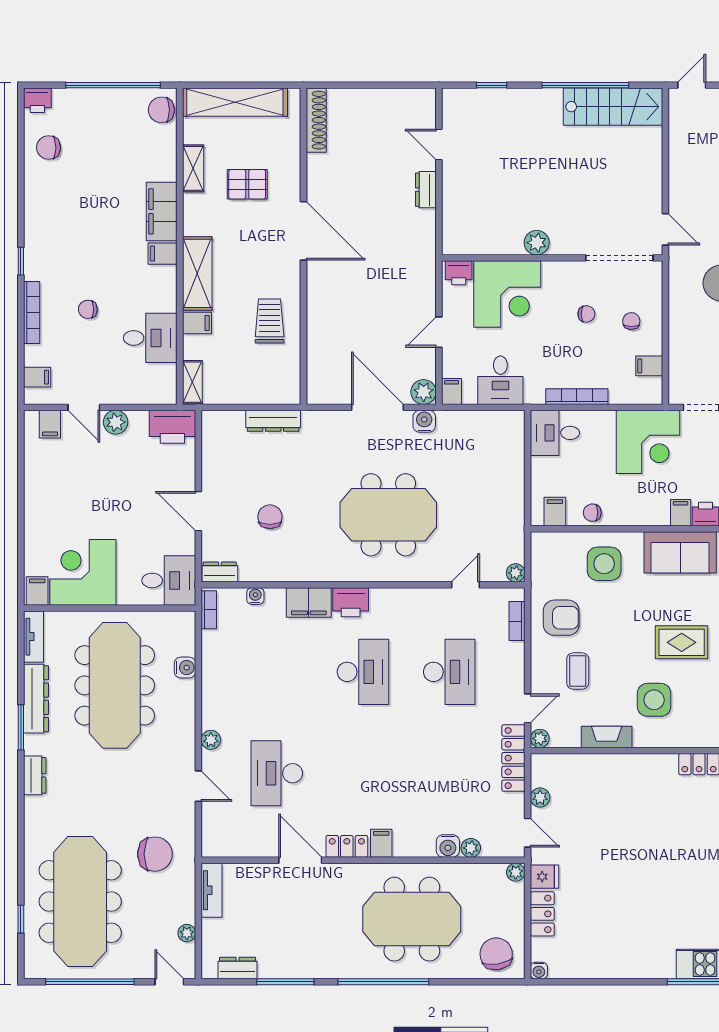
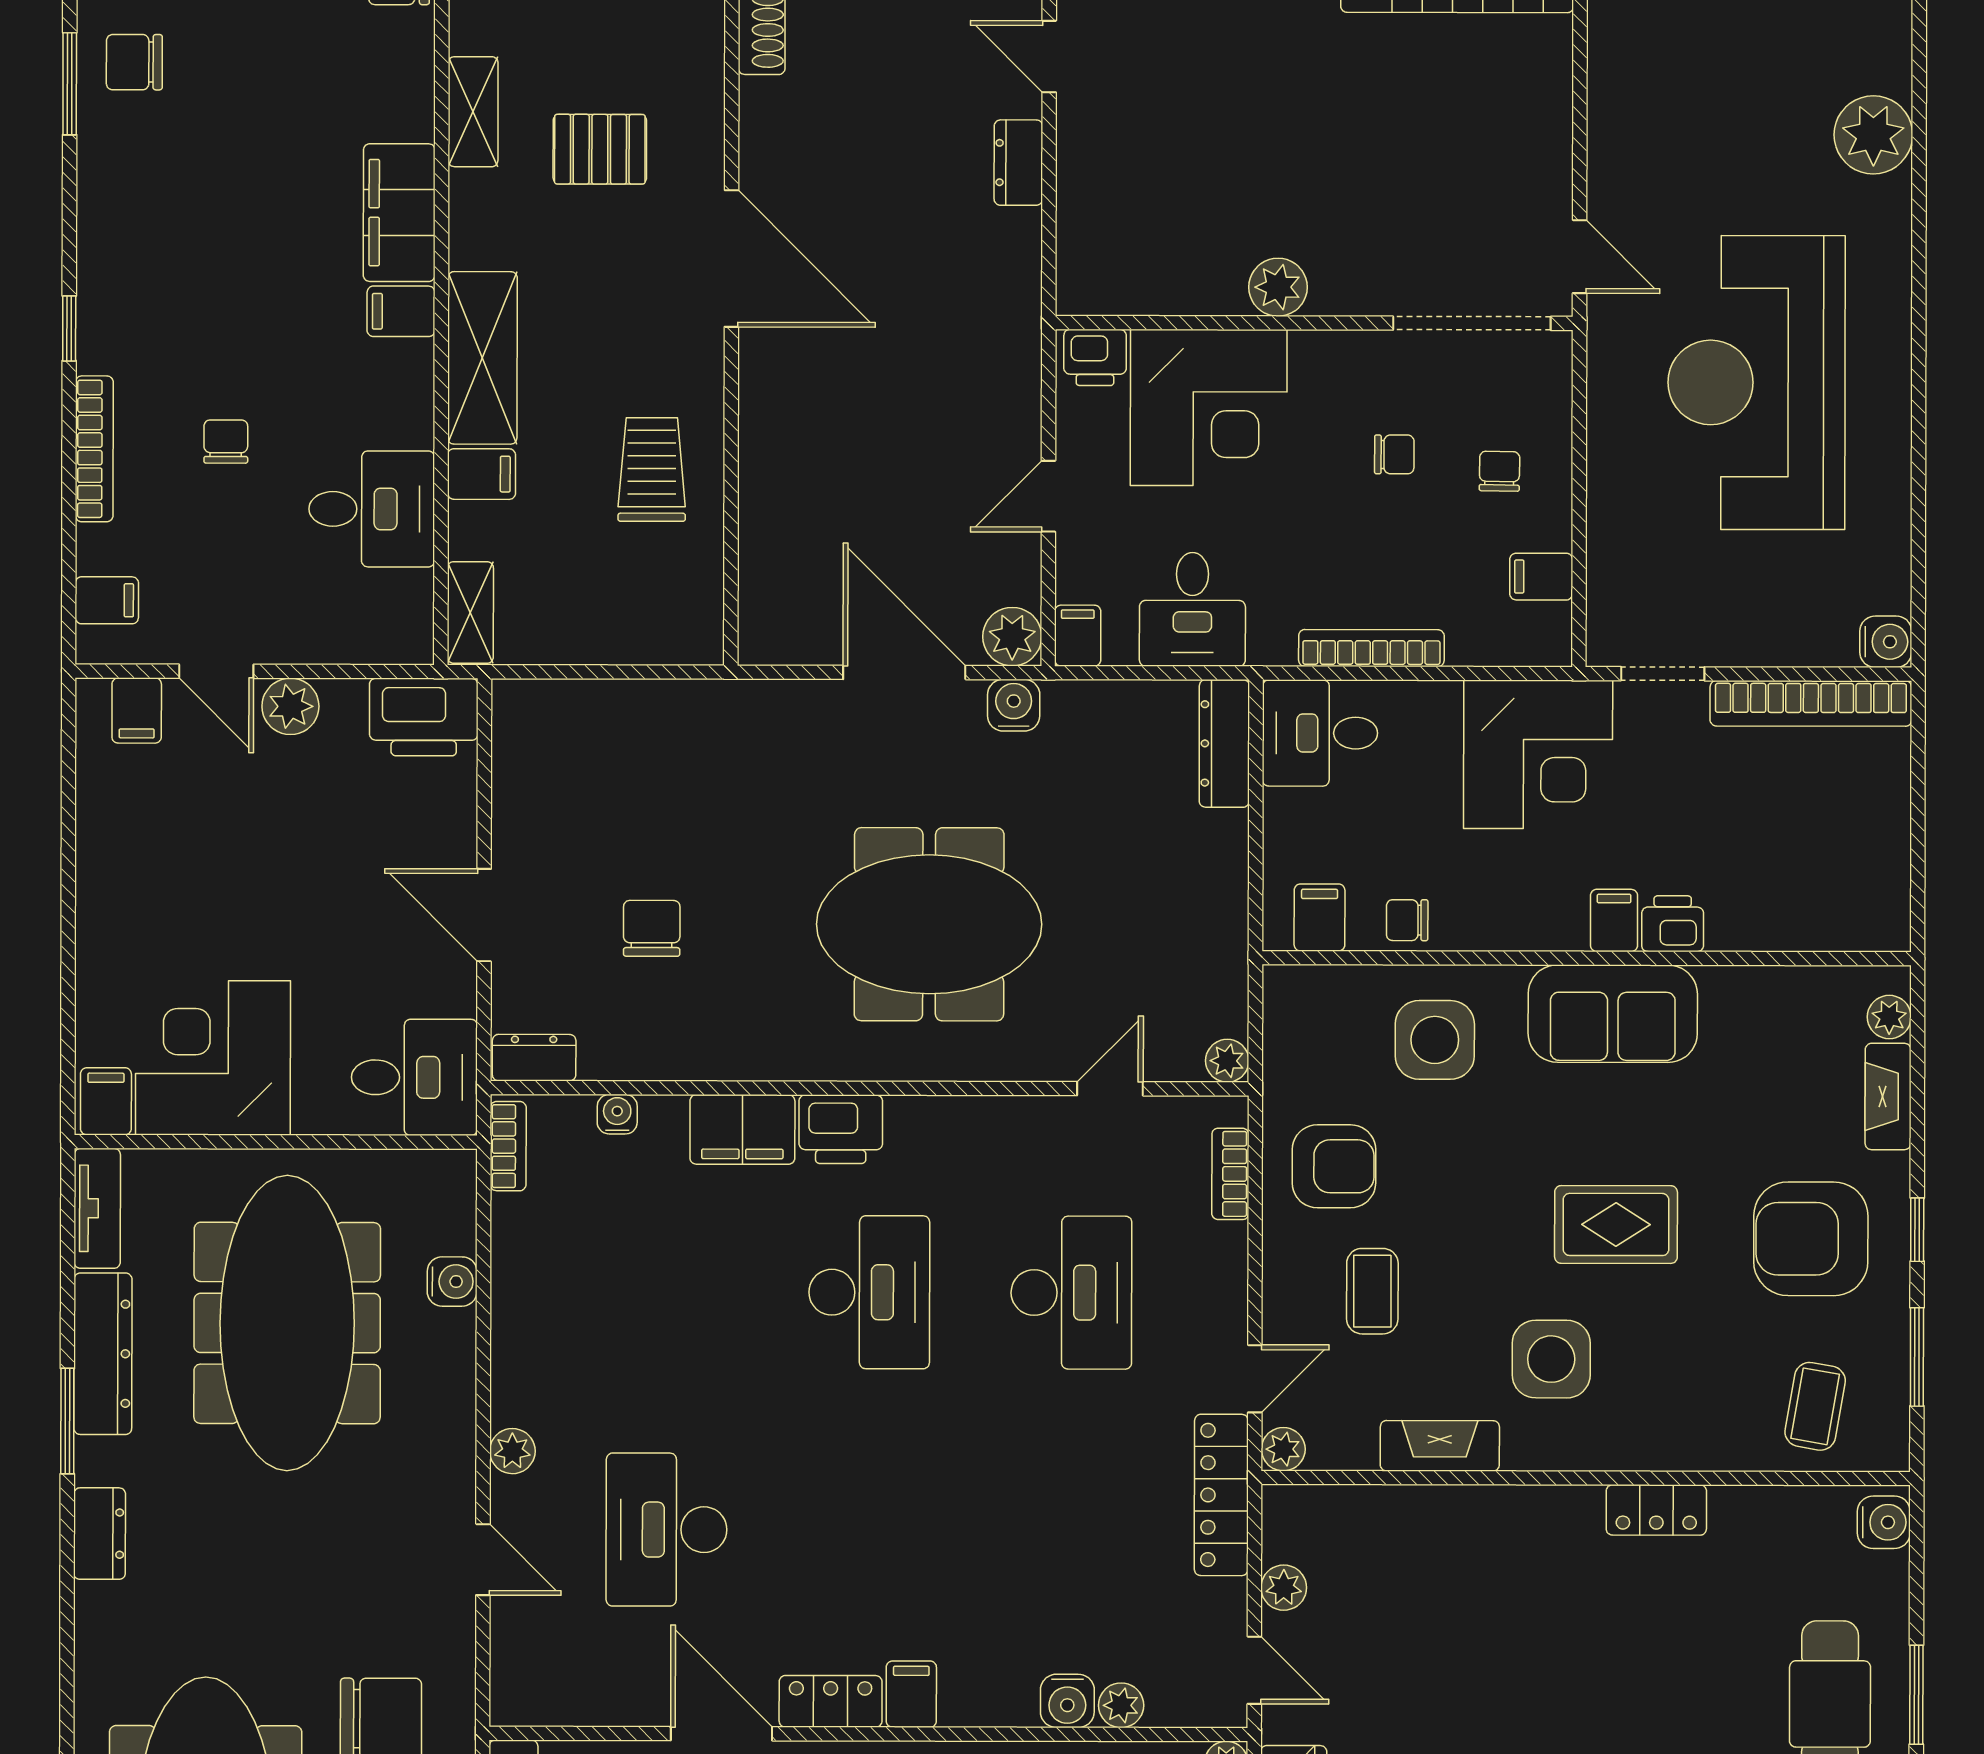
window: (21, 157) -> (70, 84), added
chair: (88, 309) -> (226, 442), turned 90
dresser: (273, 421) -> (1224, 743), moved, turned 90

